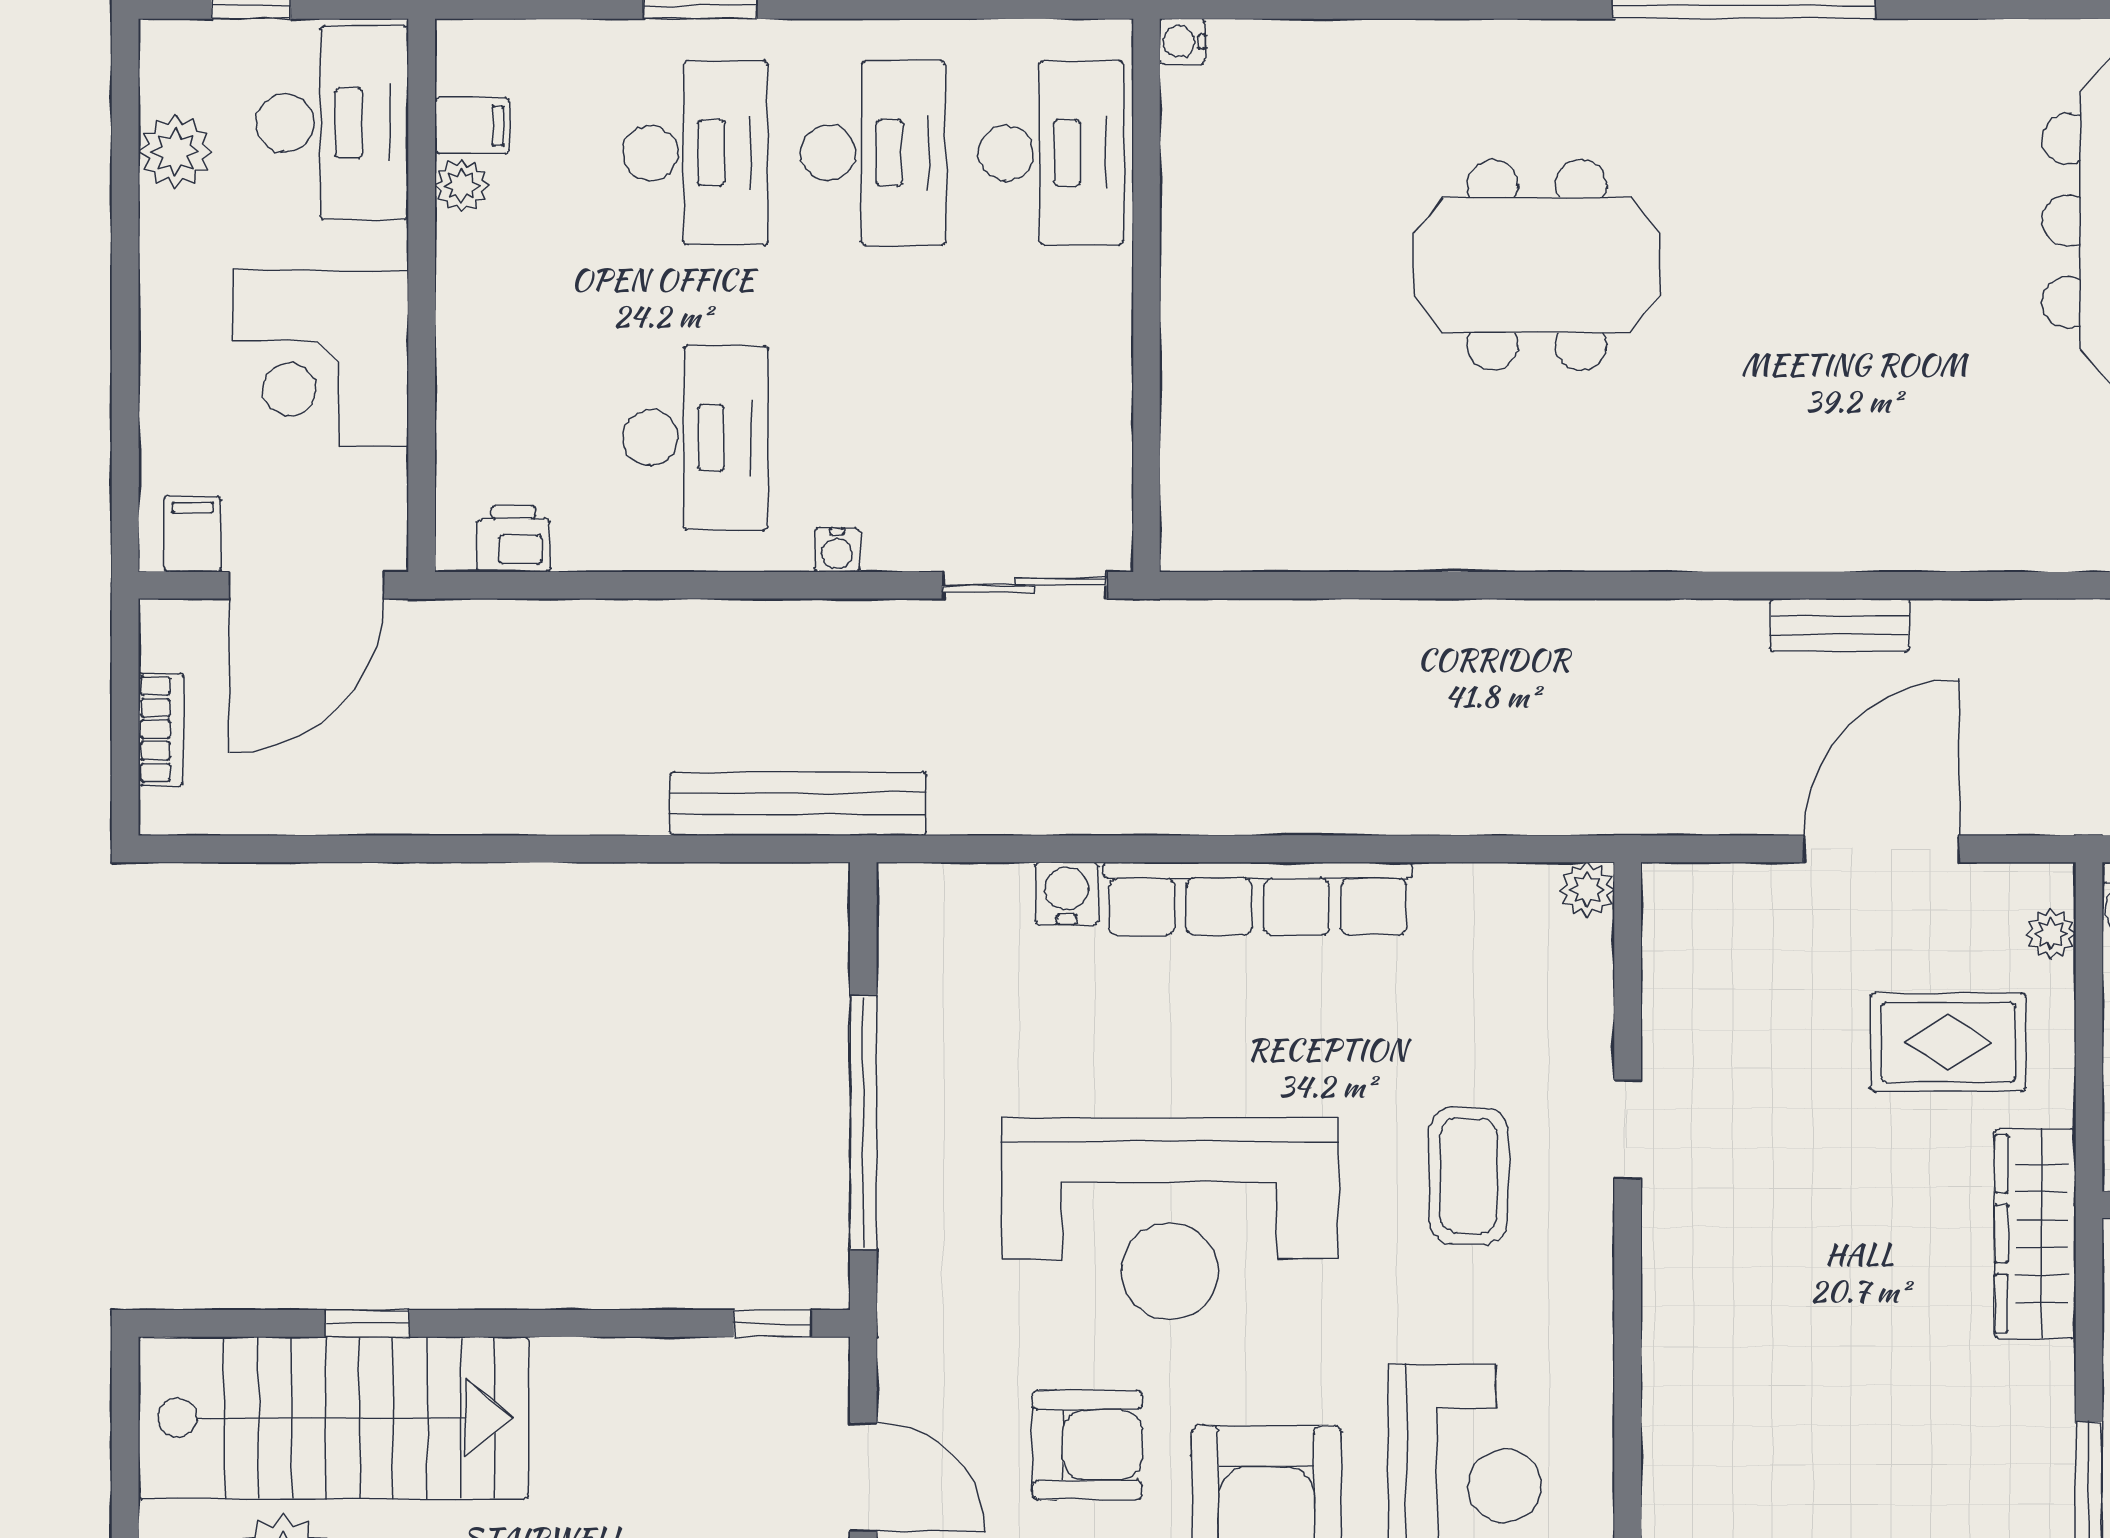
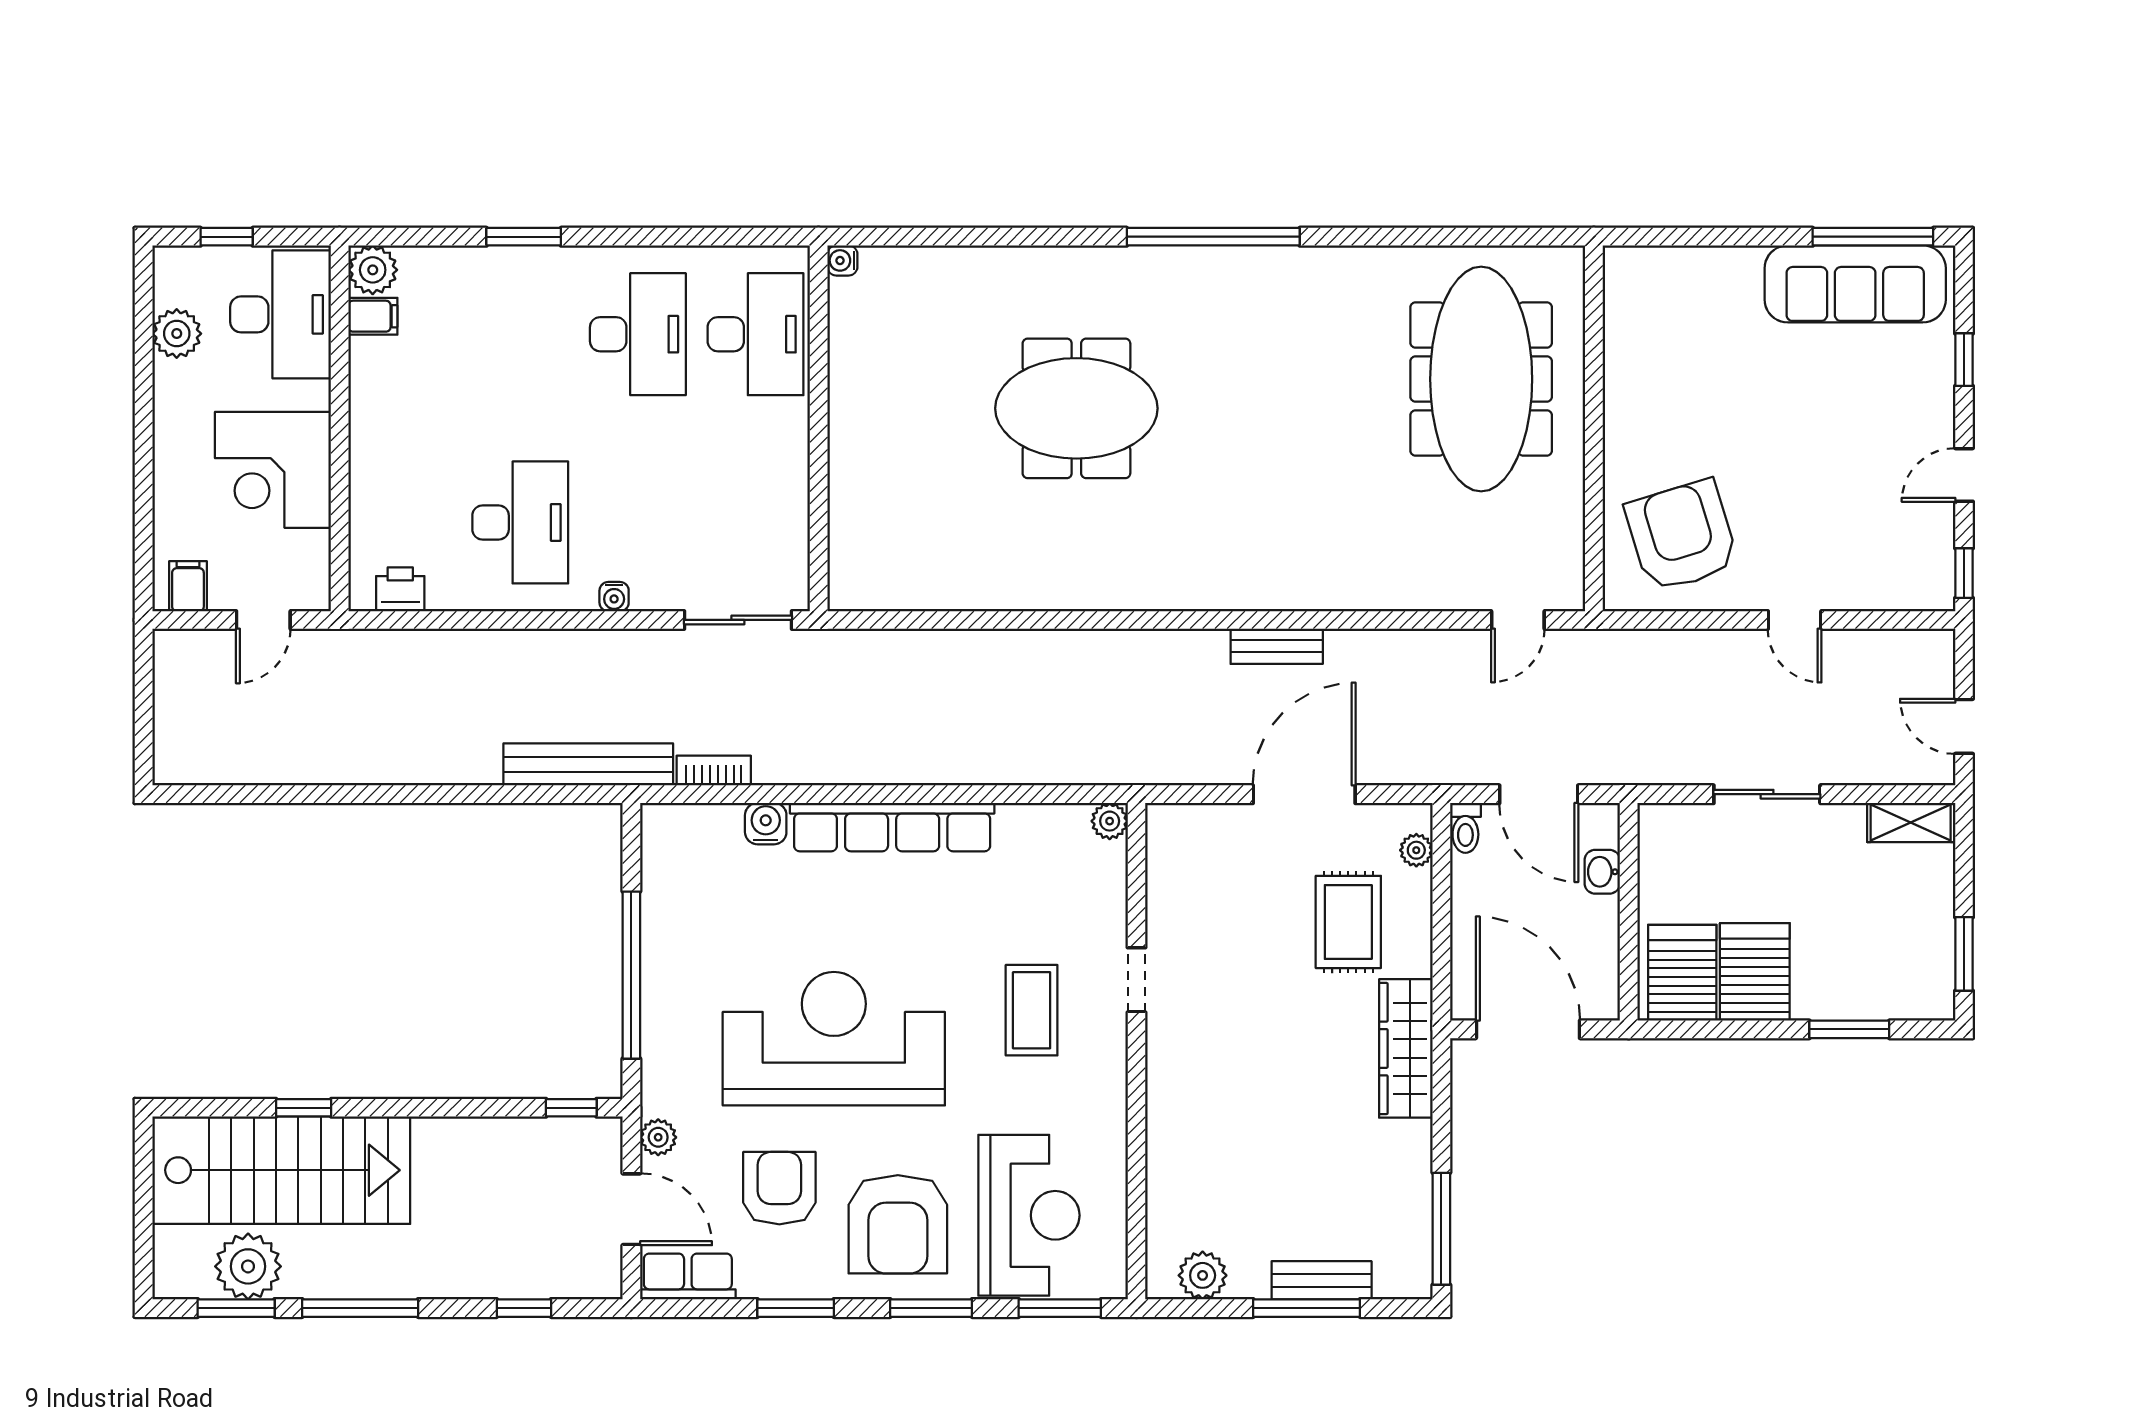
desk: (695, 153) -> (520, 334), removed
plant: (462, 186) -> (373, 270), moved, width x1.38, depth x1.38
door: (306, 585) -> (263, 620), width x0.53
bookcase: (161, 729) -> (714, 771), moved, turned -90
rug: (1948, 1042) -> (1348, 922), turned 90
reception desk: (1170, 1219) -> (834, 1039), turned 180
plant: (904, 1368) -> (658, 1137), added
armchair: (1087, 1445) -> (779, 1188), turned -90

